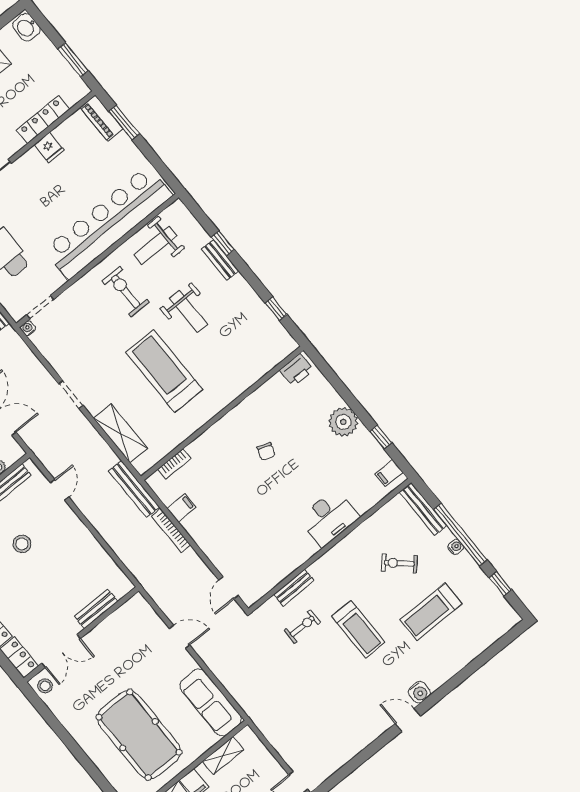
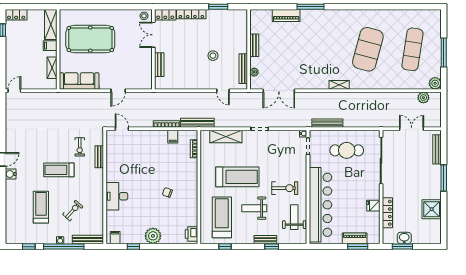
washbasin: (26, 27) -> (404, 238), moved
piano: (102, 118) -> (355, 238), moved
treadmill: (239, 347) -> (222, 217), added

